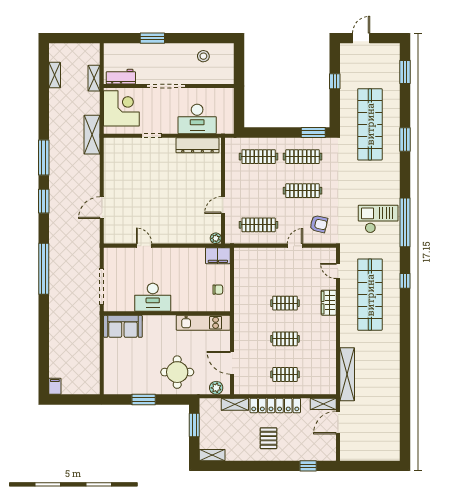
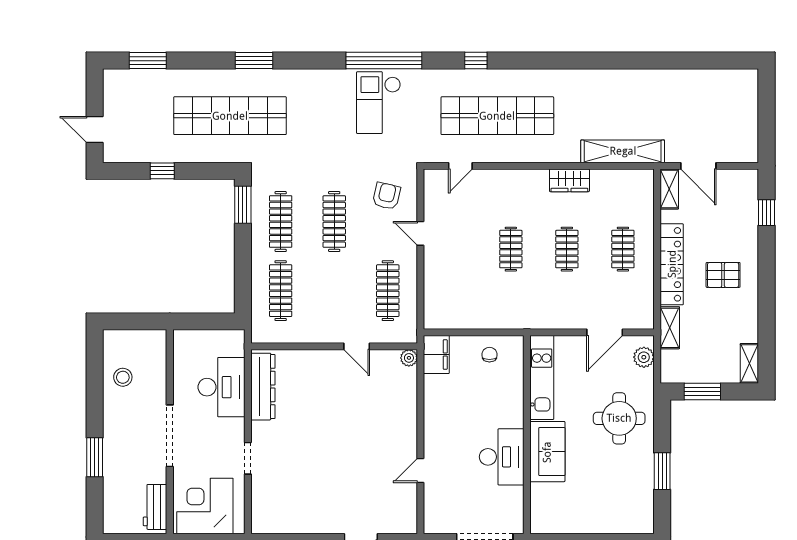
wardrobe: (329, 303) -> (569, 180), moved
sofa: (123, 326) -> (547, 452), moved

